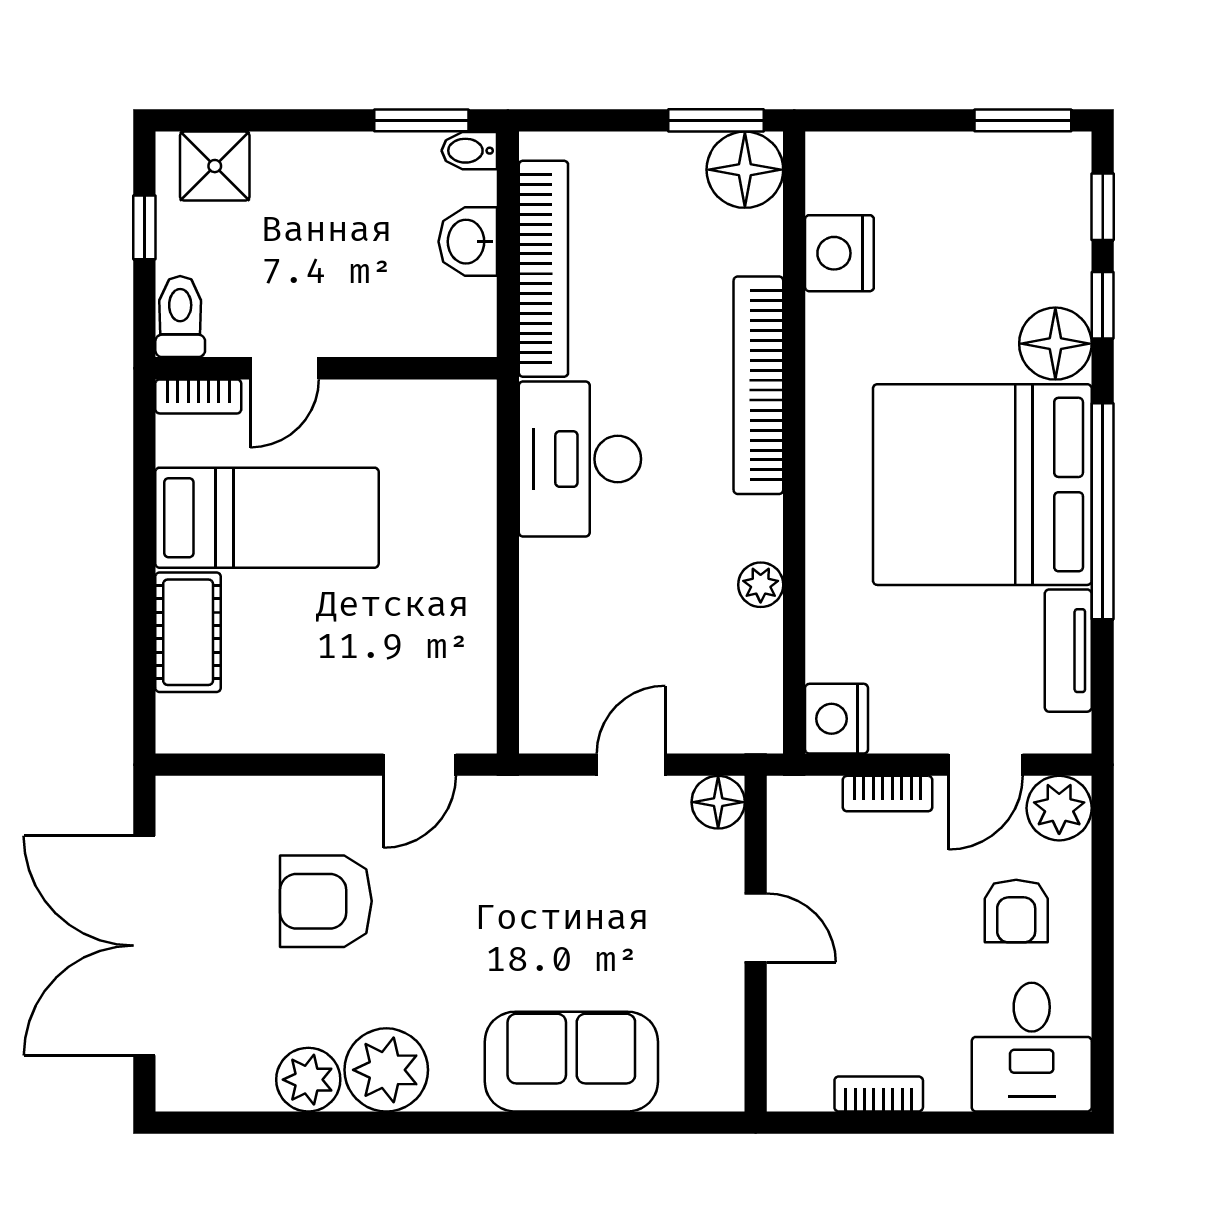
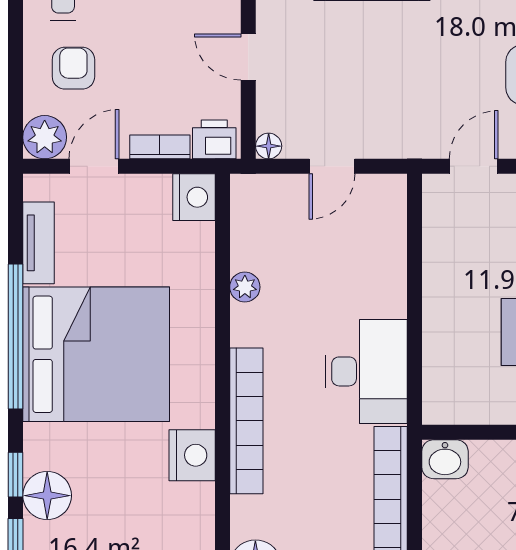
washbasin: (468, 242) -> (445, 459), moved, turned 90
nightstand: (839, 253) -> (192, 455), moved
floor lamp: (1055, 344) -> (47, 496), moved
floor lamp: (718, 802) -> (269, 146), width x0.73, depth x0.73
printer: (806, 805) -> (214, 139), added

